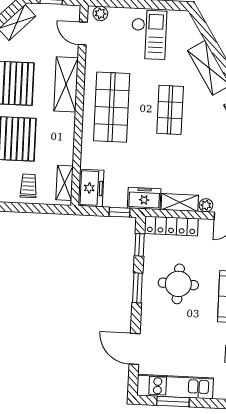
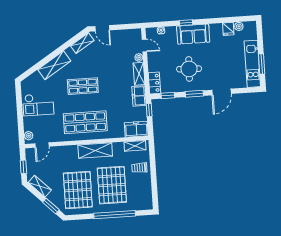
checkout: (149, 35) -> (38, 105), turned 180
shelving: (66, 84) -> (95, 150), moved
locker: (171, 226) -> (154, 83), width x0.66
door: (135, 349) -> (222, 92), moved

